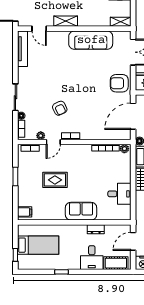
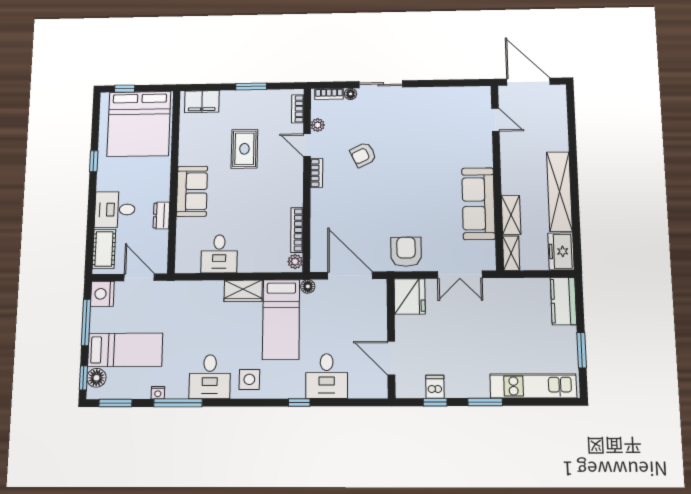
shelving: (66, 21) -> (511, 215), moved
door: (39, 29) -> (495, 120), swing flipped
tv unit: (22, 49) -> (461, 94), removed
filing cabinet: (25, 212) -> (202, 102), width x2.00
bed: (38, 245) -> (139, 124), width x2.04

